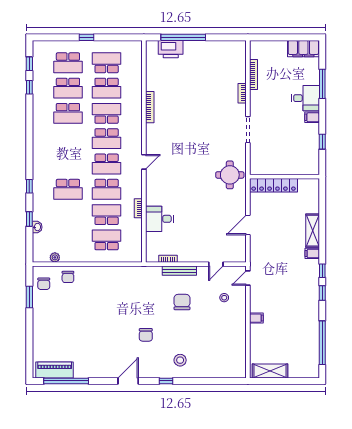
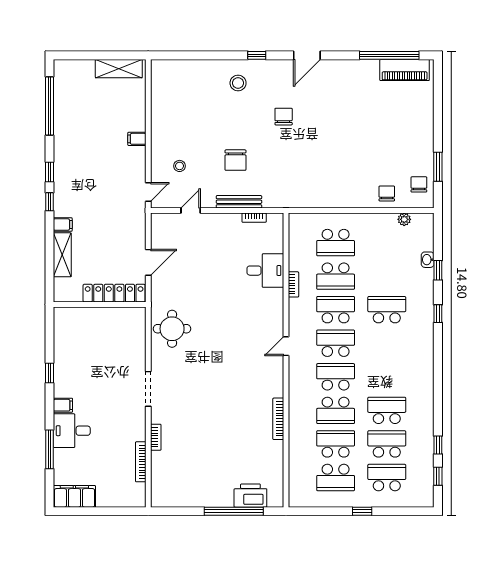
wall: (284, 177) -> (100, 304), moved
locker: (274, 185) -> (114, 293), moved

